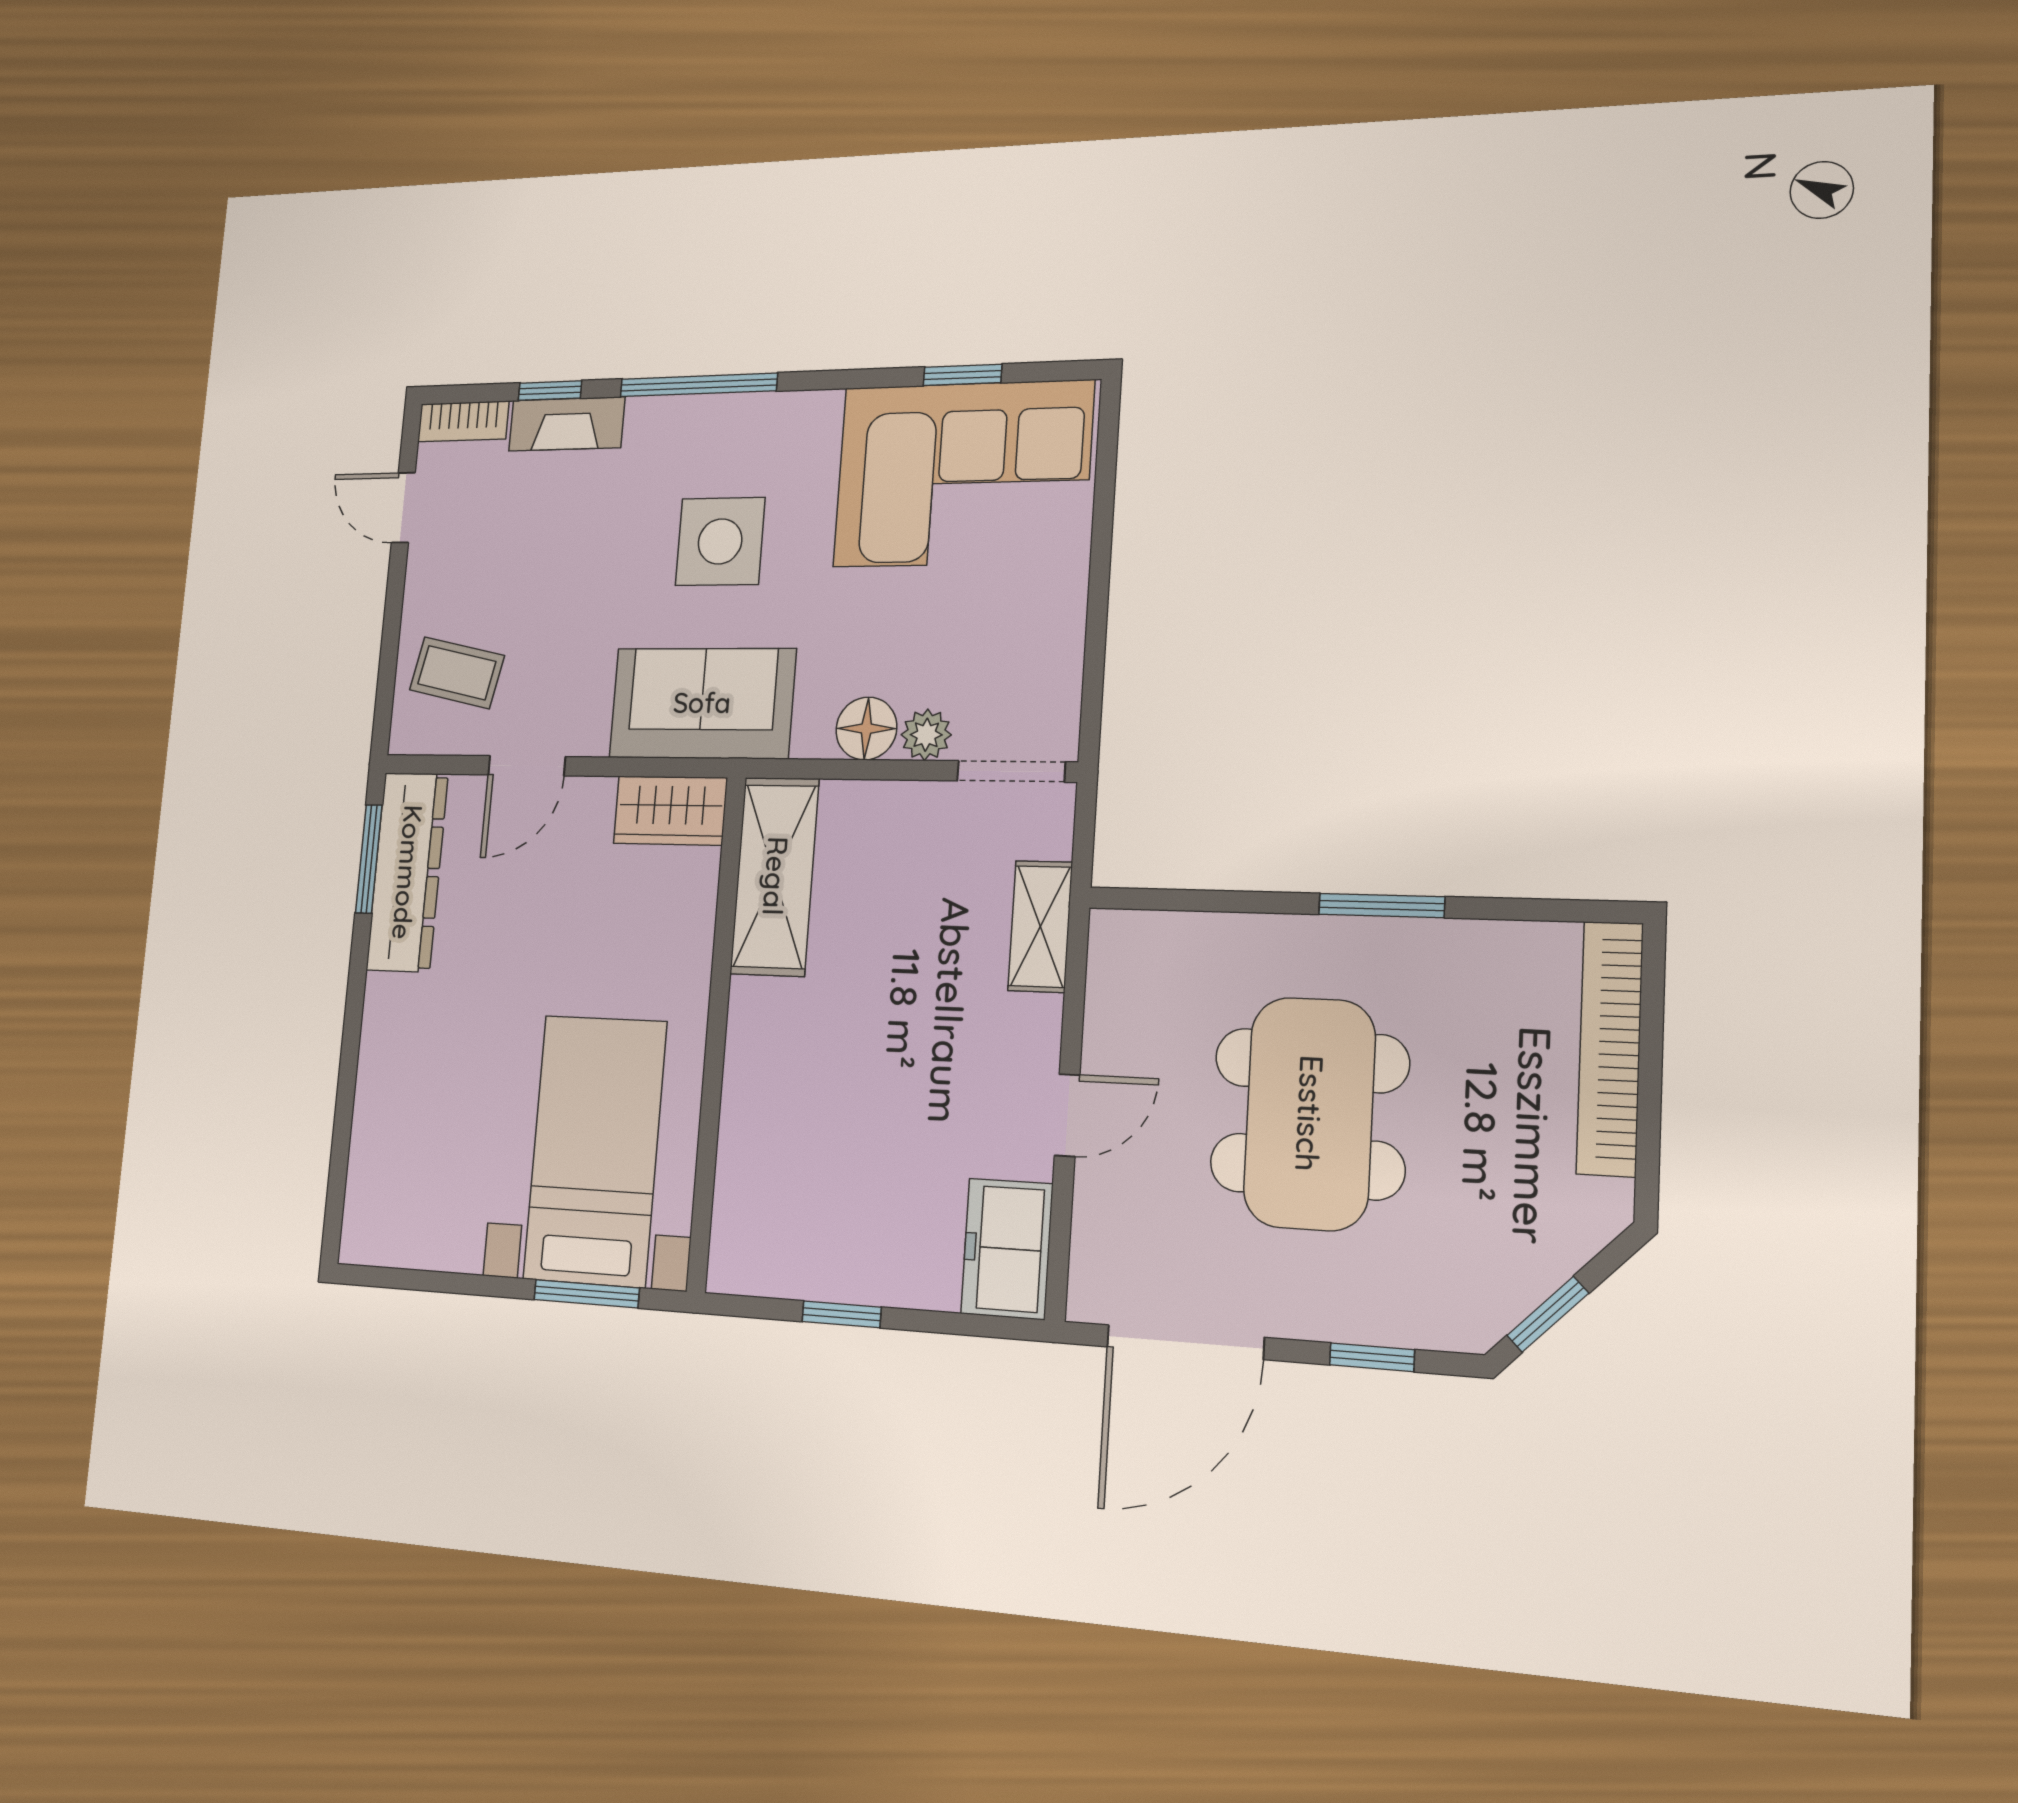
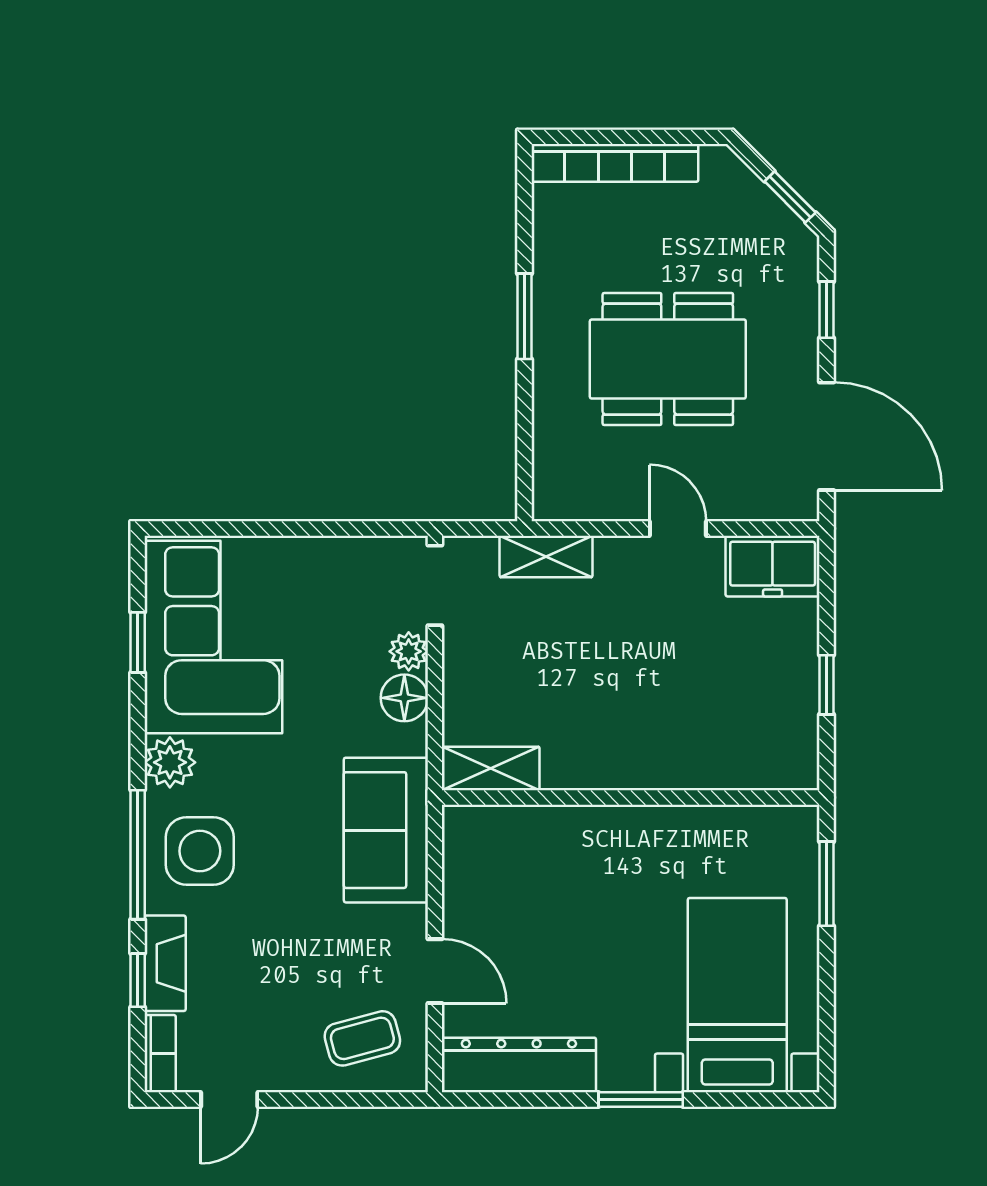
plant: (808, 422) -> (170, 762), added
side table: (720, 541) -> (200, 851), moved
coffee table: (457, 673) -> (362, 1038), turned 63
wardrobe: (670, 811) -> (468, 849), removed
window: (369, 859) -> (641, 1099), moved
shelving: (775, 876) -> (491, 768), width x0.67, depth x0.75
bed with nightstands: (595, 1150) -> (737, 995), moved, turned 90

